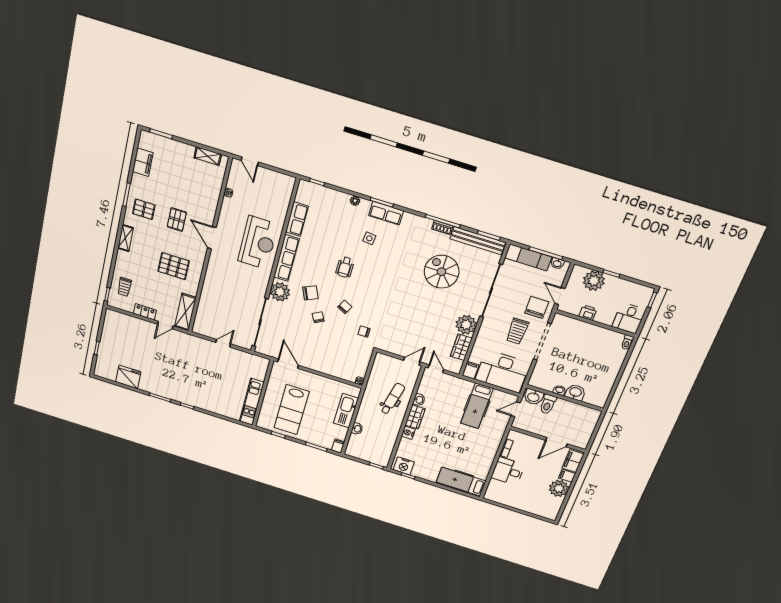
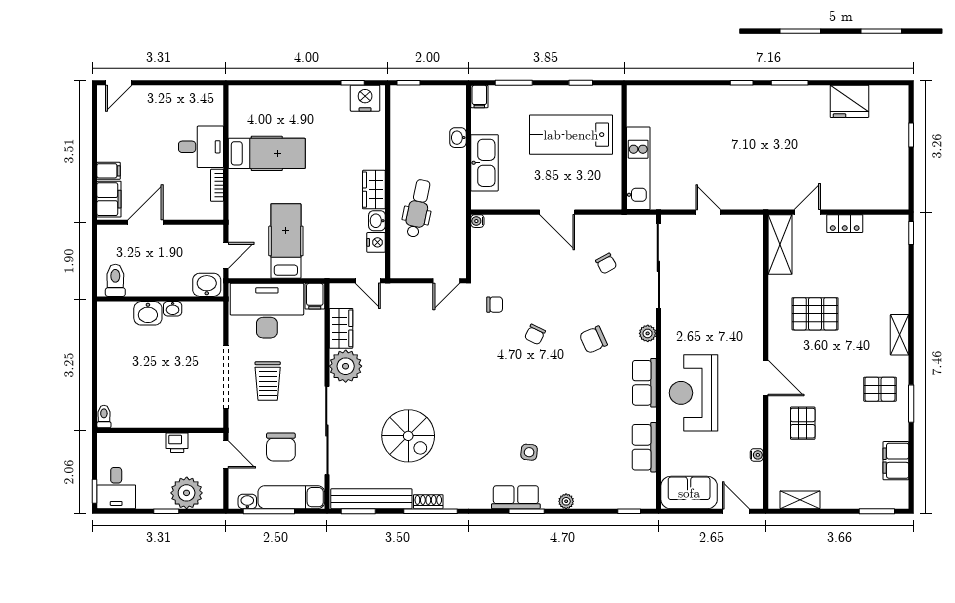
sofa: (276, 182) -> (689, 493), added
pallet: (177, 220) -> (803, 423), moved
row of seats: (286, 258) -> (644, 383), width x0.68
wheelchair: (345, 267) -> (553, 397), removed
trolley: (124, 287) -> (886, 255), removed
plant: (280, 292) -> (648, 333), width x0.53, depth x0.53
chair: (537, 307) -> (281, 447), moved
chair: (318, 317) -> (606, 264), moved
desk: (629, 318) -> (116, 488), moved, turned 180
trolley: (517, 331) -> (268, 381), turned 180
door: (223, 343) -> (708, 212), swing flipped
door: (412, 361) -> (446, 281), moved
door: (288, 364) -> (557, 212), moved
dental chair: (393, 399) -> (418, 208), turned 180
kitchen unit: (252, 402) -> (638, 168), moved
toilet: (548, 404) -> (115, 280), moved
lab bench: (291, 410) -> (571, 135), turned -90
nightstand: (408, 433) -> (376, 242), moved
hospital bed: (461, 482) -> (267, 153), moved
plant: (559, 488) -> (113, 145), removed
door: (542, 518) -> (119, 83), added

